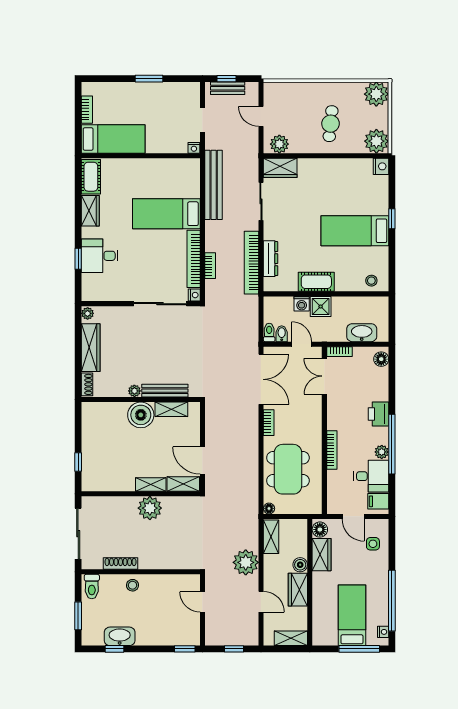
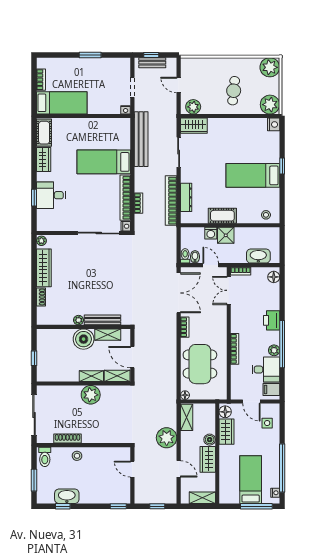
plant: (134, 391) -> (79, 320), moved
bench: (165, 391) -> (103, 320), moved
wall: (141, 399) -> (84, 327), moved
shelving: (171, 409) -> (108, 335), moved
boiler: (141, 415) -> (84, 339), moved

